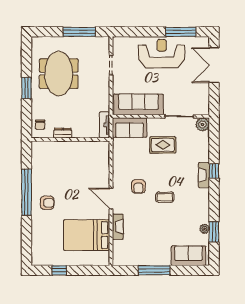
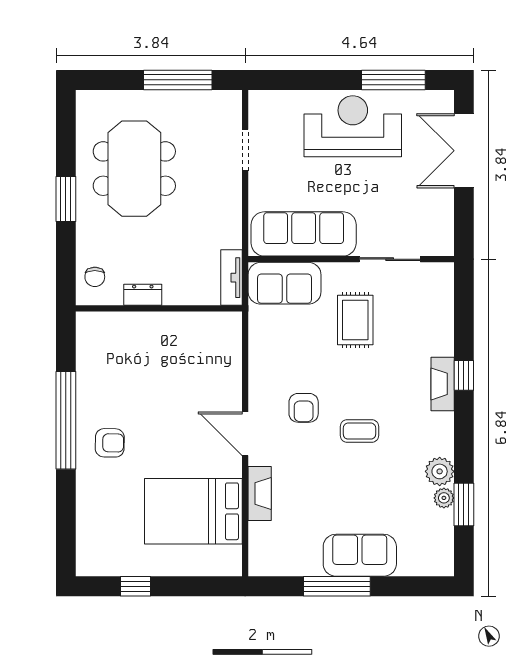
plant: (202, 124) -> (440, 471), moved
rug: (163, 145) -> (355, 320), turned 90
sofa: (189, 256) -> (360, 555), moved

